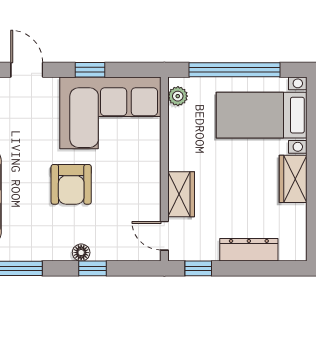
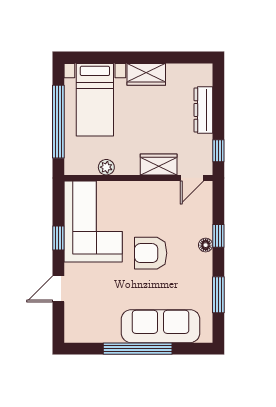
plant: (178, 96) -> (106, 167), moved
armchair: (71, 184) -> (151, 253), turned 180

